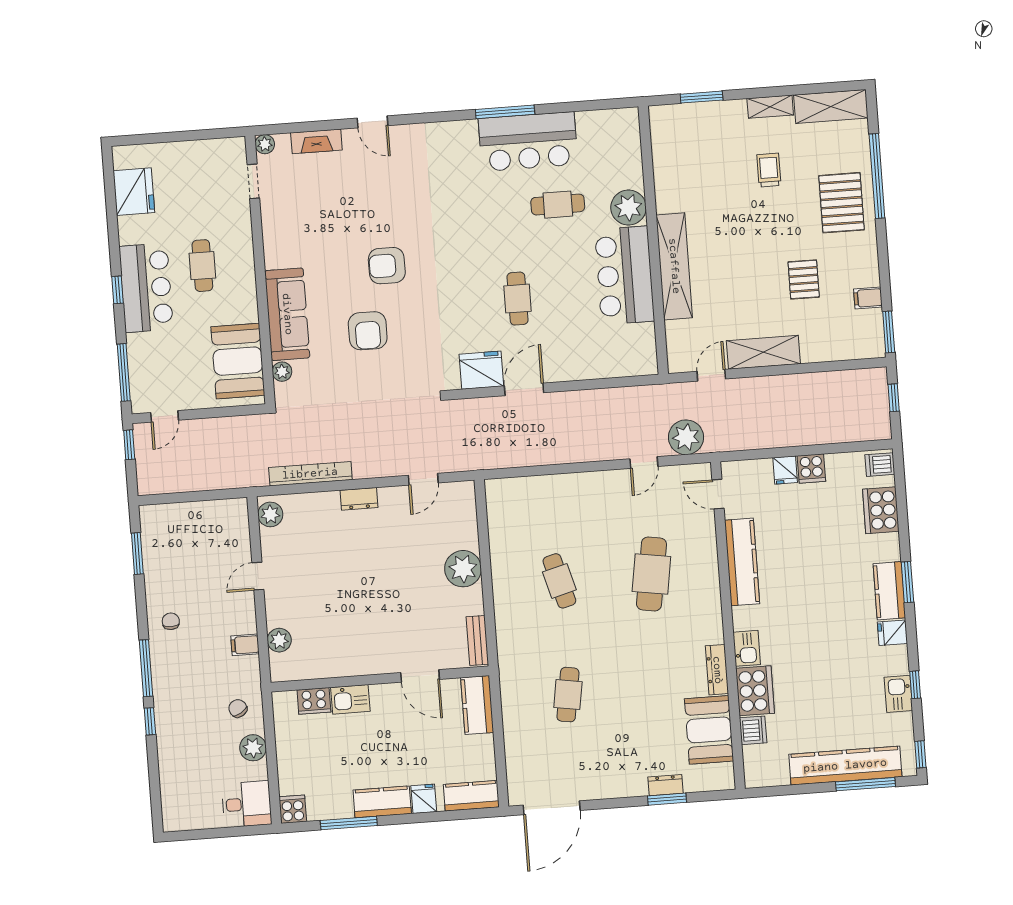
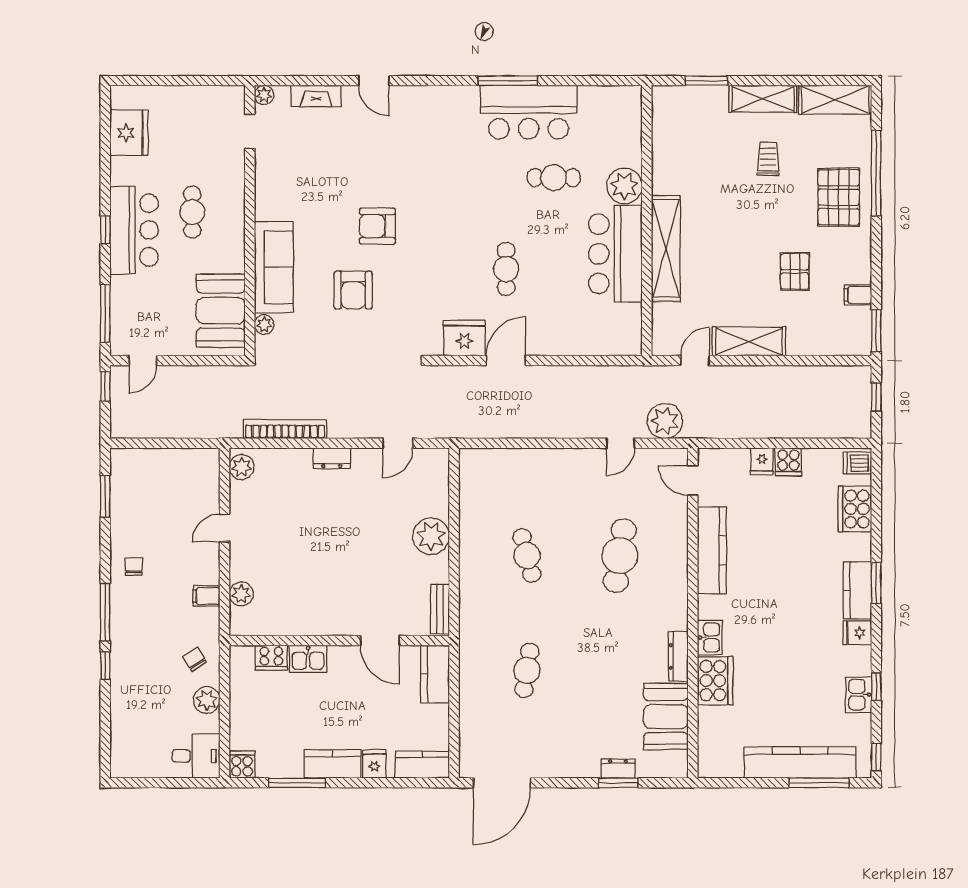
shelving: (770, 107) -> (763, 99), width x1.50, depth x1.33
dishwasher: (753, 730) -> (710, 720), removed

